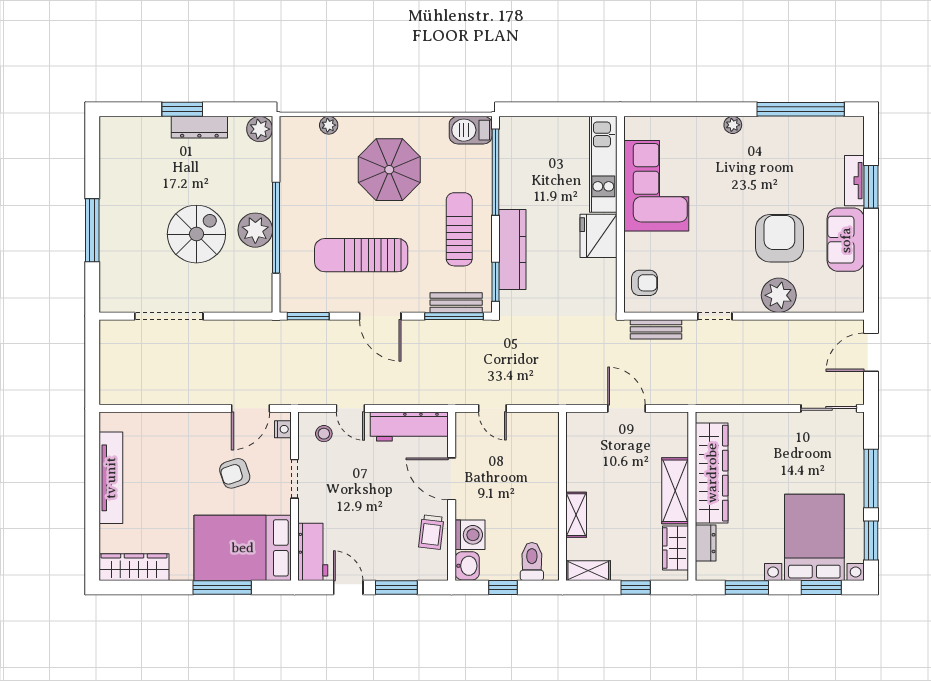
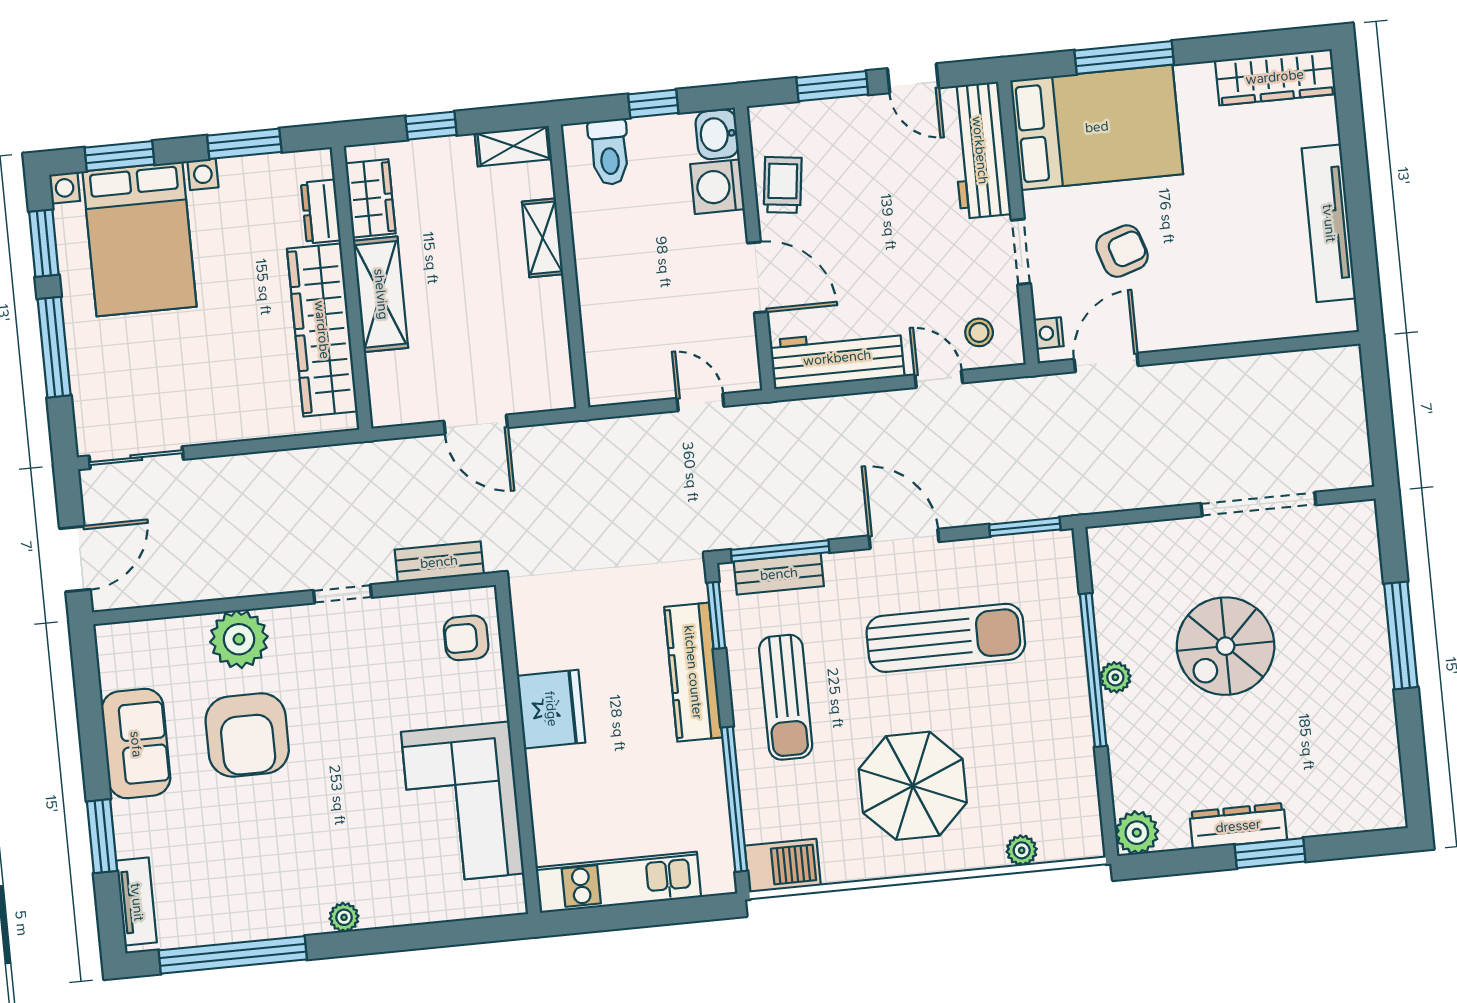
kitchen unit: (603, 164) -> (618, 882), moved, turned -90
tv unit: (854, 181) -> (137, 902), moved
plant: (255, 230) -> (1115, 677), width x0.53, depth x0.53
workbench: (313, 552) -> (980, 150), width x1.38

